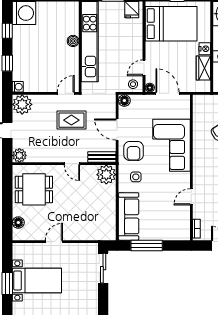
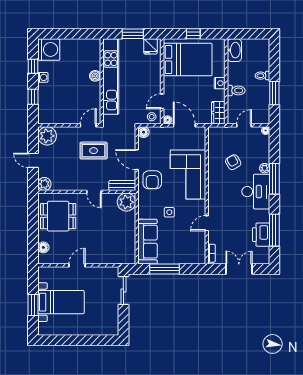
wardrobe: (203, 68) -> (218, 113), moved
washing machine: (18, 87) -> (43, 77), moved
side table: (136, 177) -> (169, 212), moved

